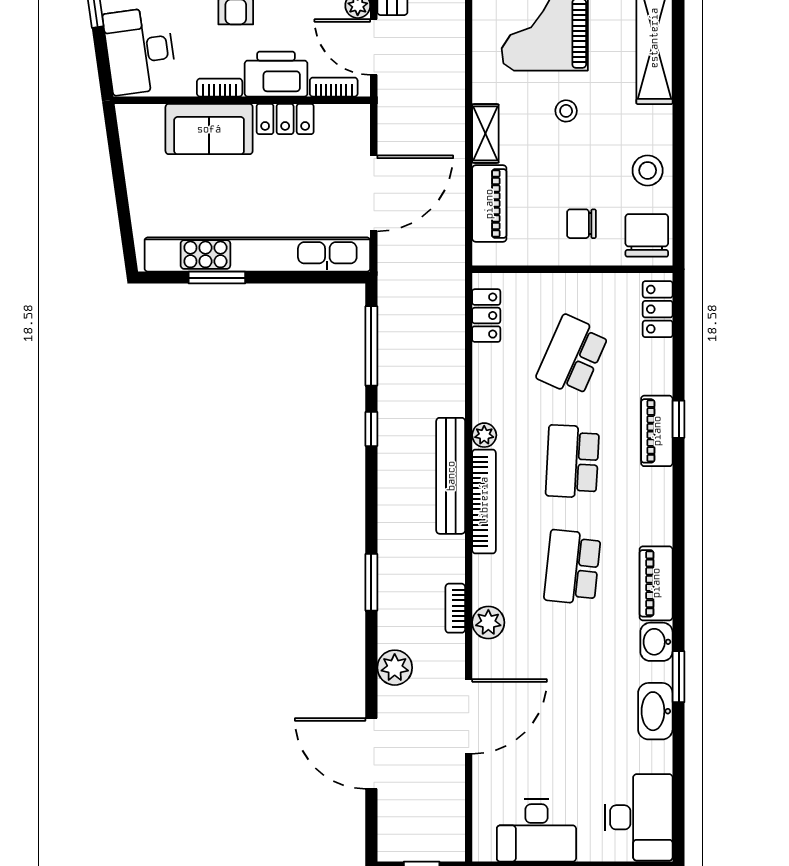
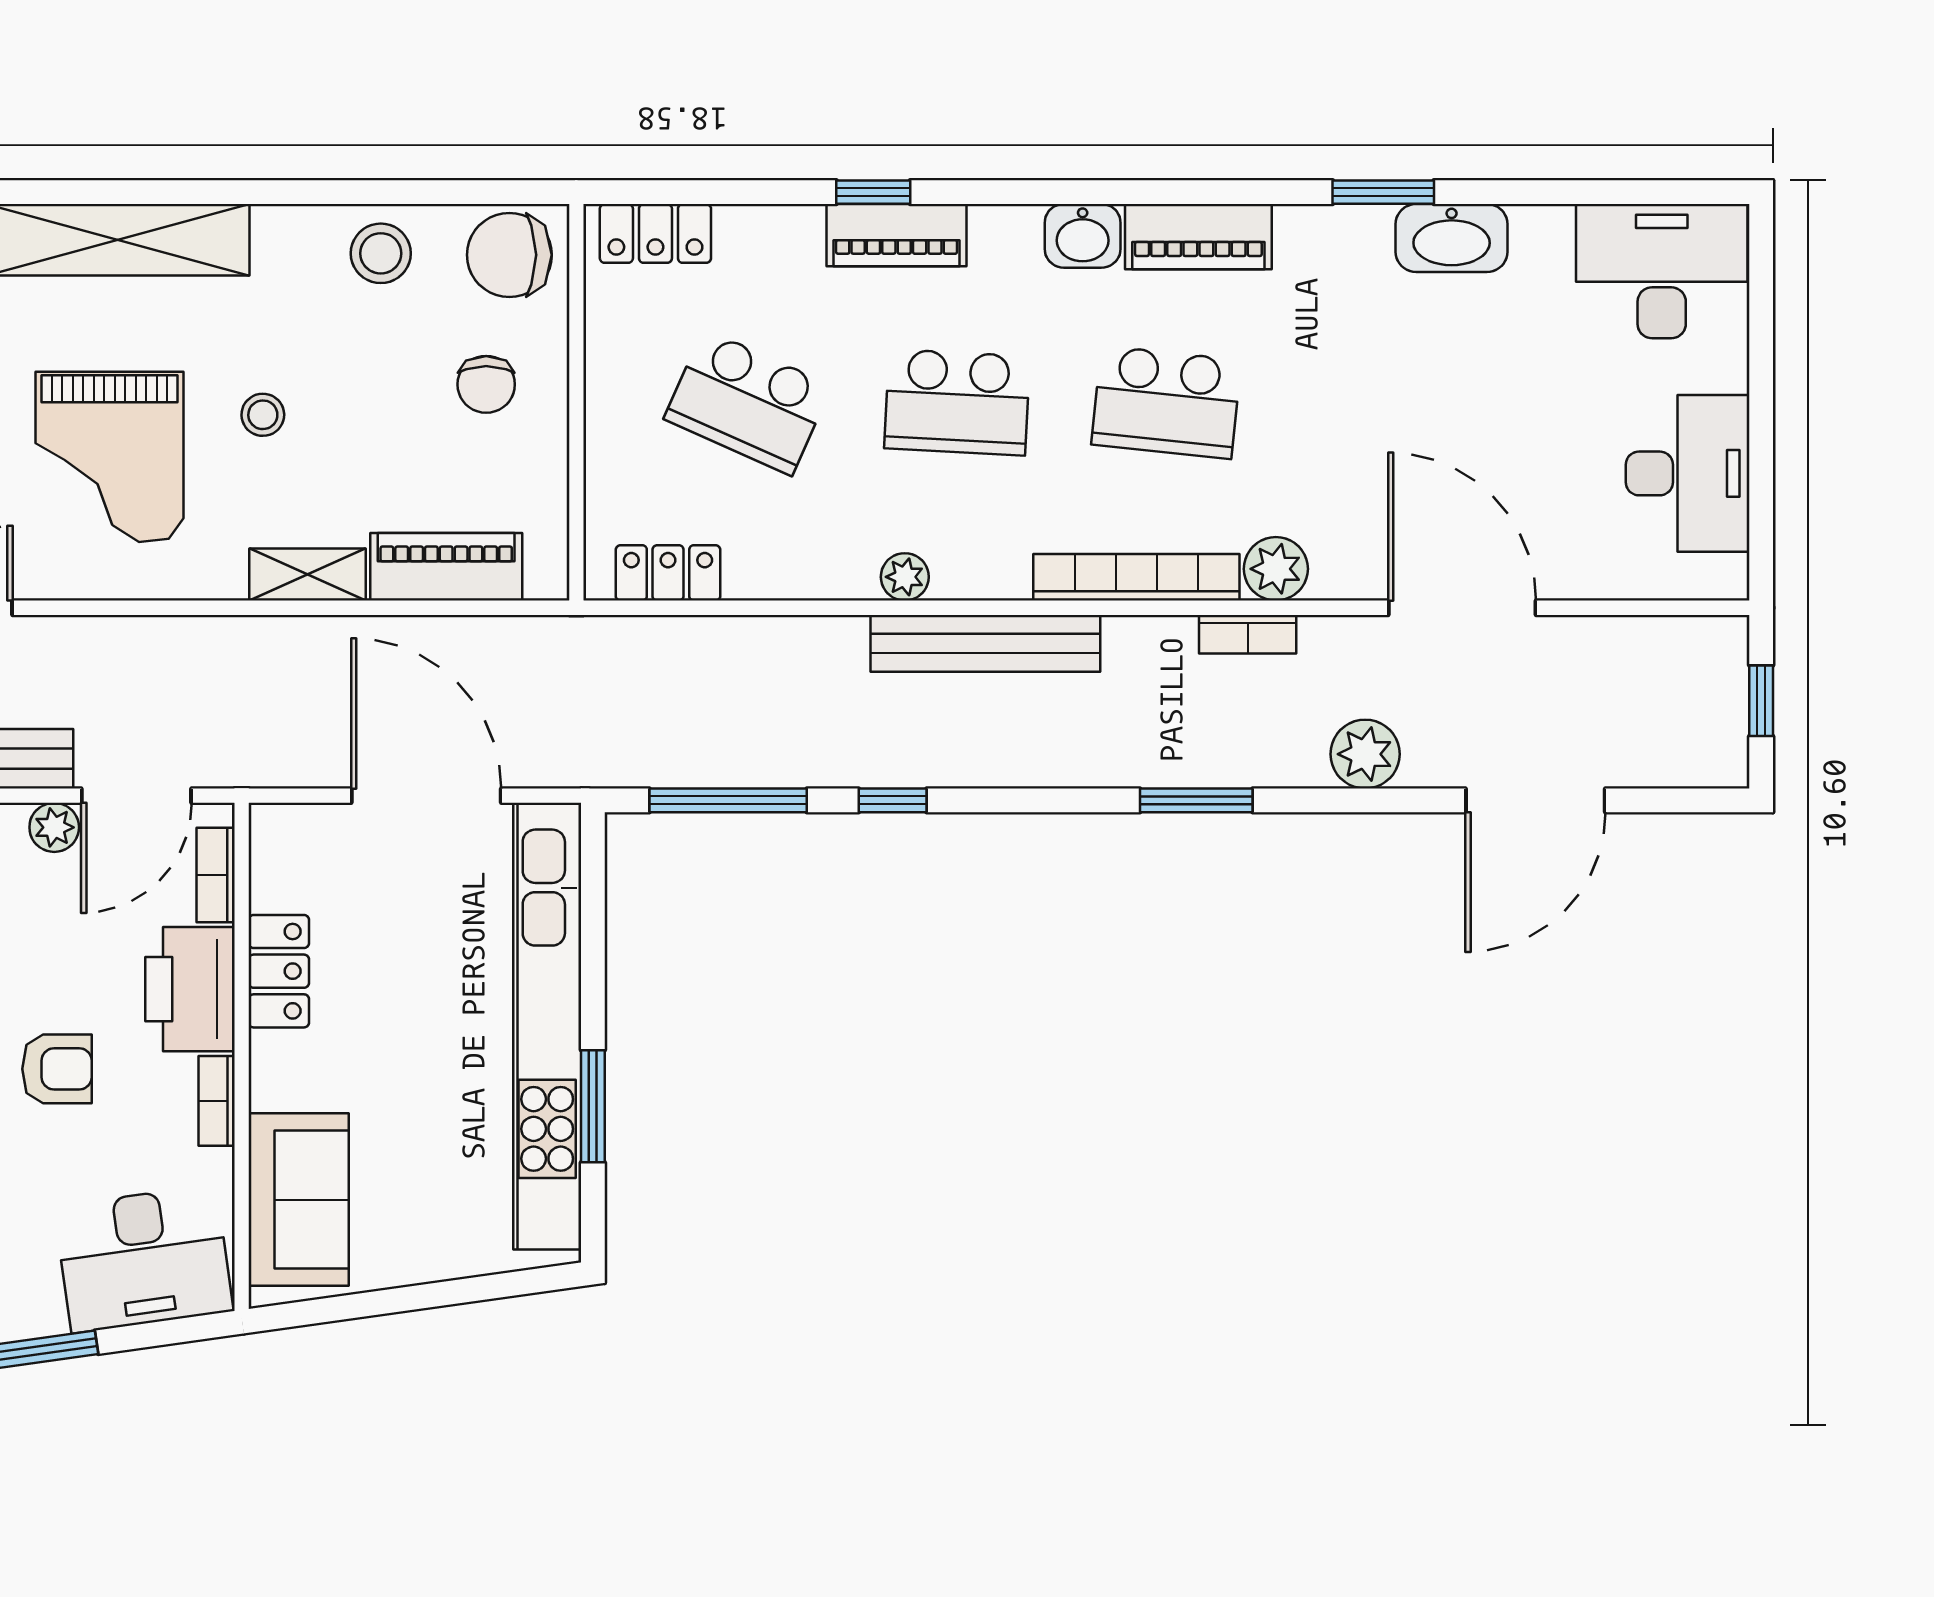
sofa: (209, 129) -> (299, 1200), moved
bookcase: (484, 501) -> (1136, 577), moved
washbasin: (656, 642) -> (1083, 236), moved

